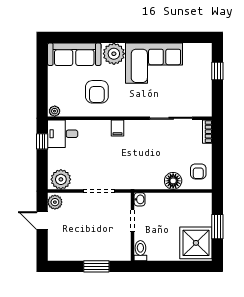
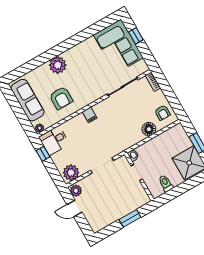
sofa: (74, 54) -> (28, 100), moved, turned -90
corner sofa: (154, 63) -> (118, 46), moved, turned 90
toilet: (140, 251) -> (166, 183), moved

